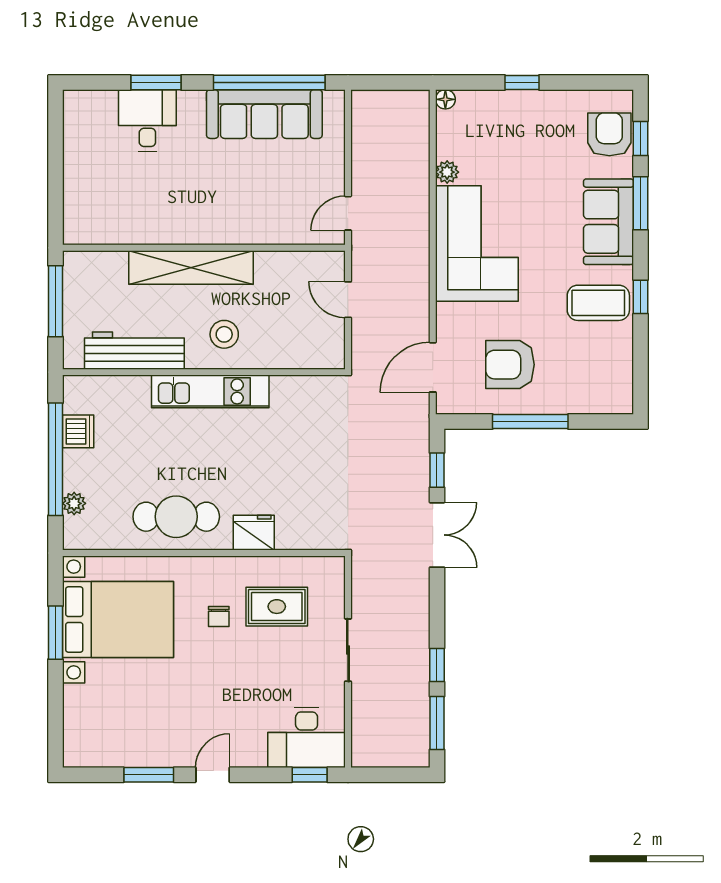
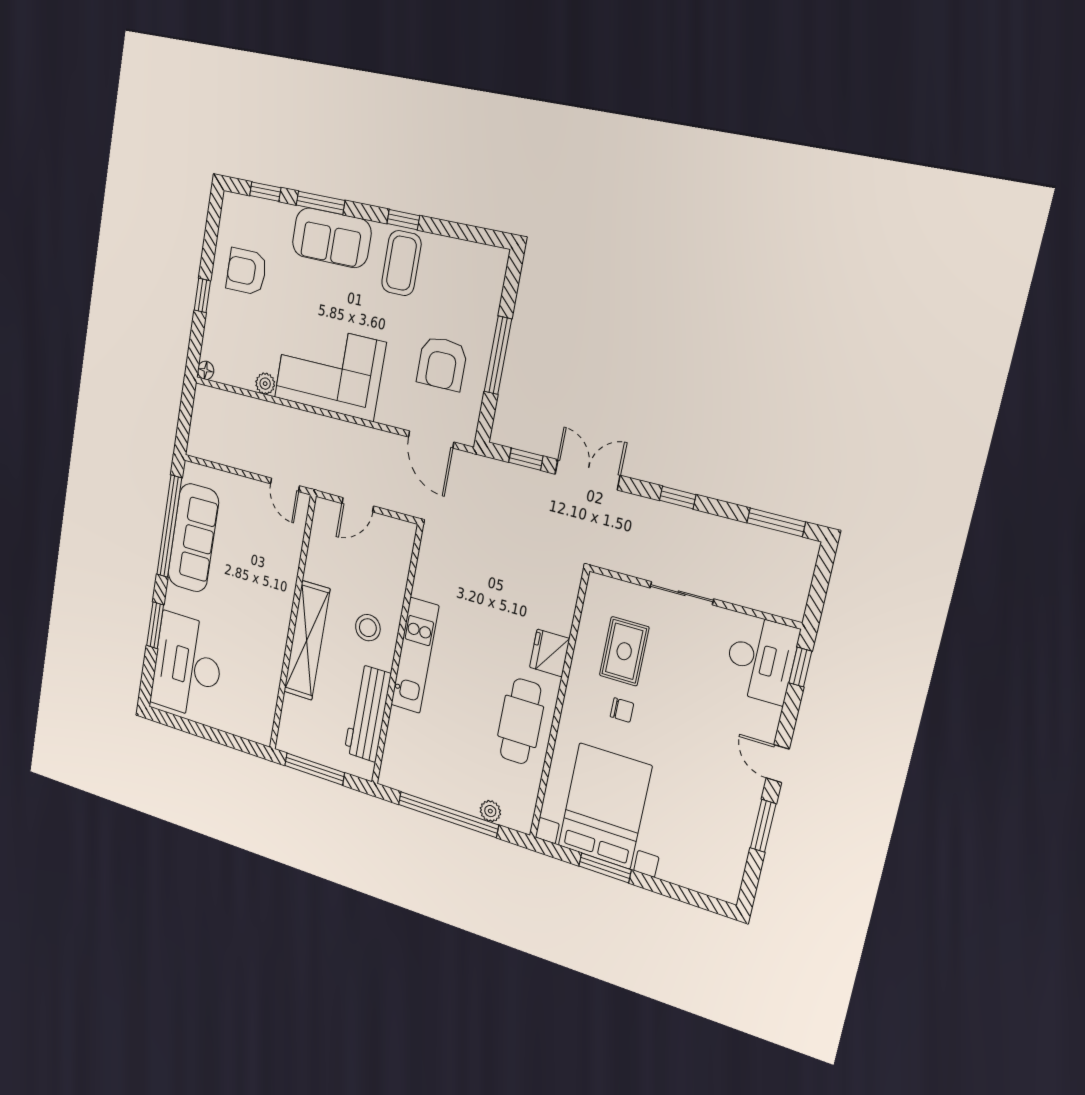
desk: (147, 121) -> (187, 666), width x1.87, depth x1.30
armchair: (609, 134) -> (246, 271), moved
dishwasher: (78, 431) -> (428, 786), removed
window: (437, 665) -> (678, 497), moved

